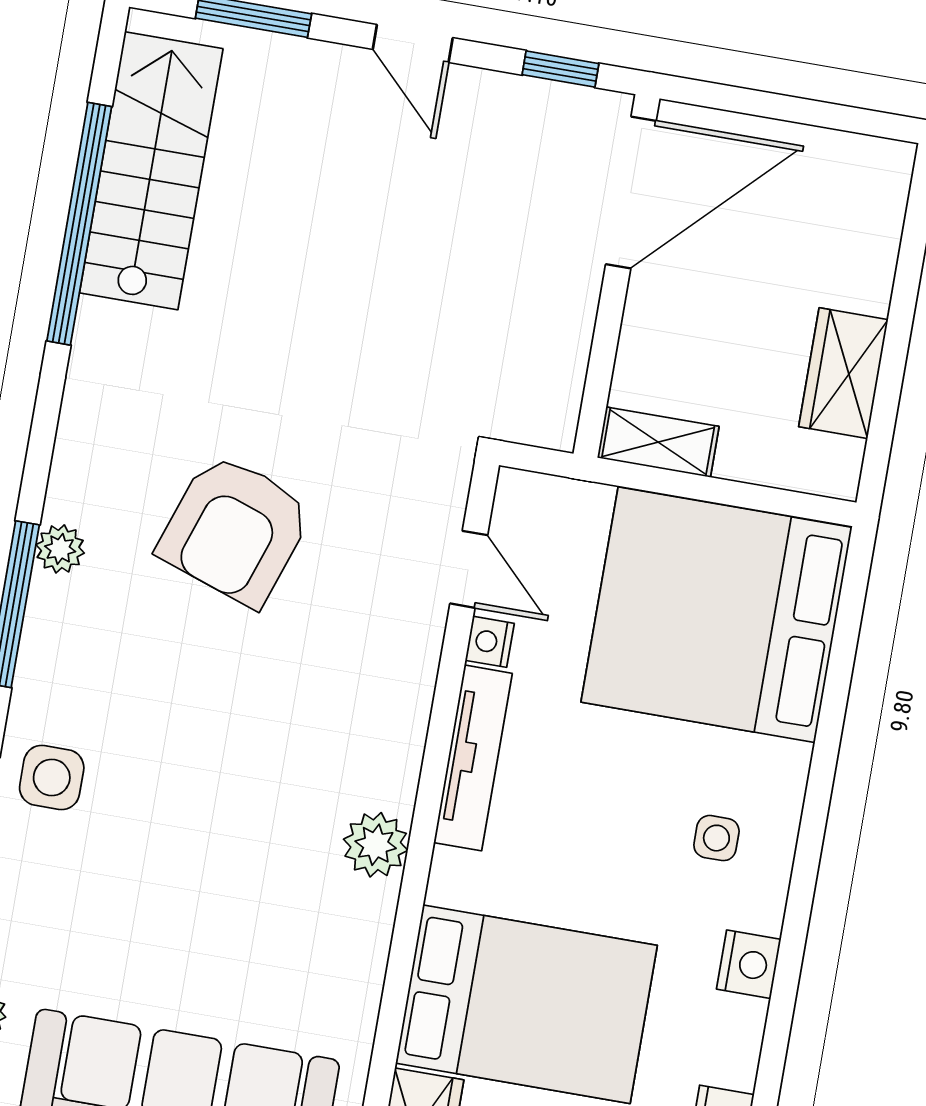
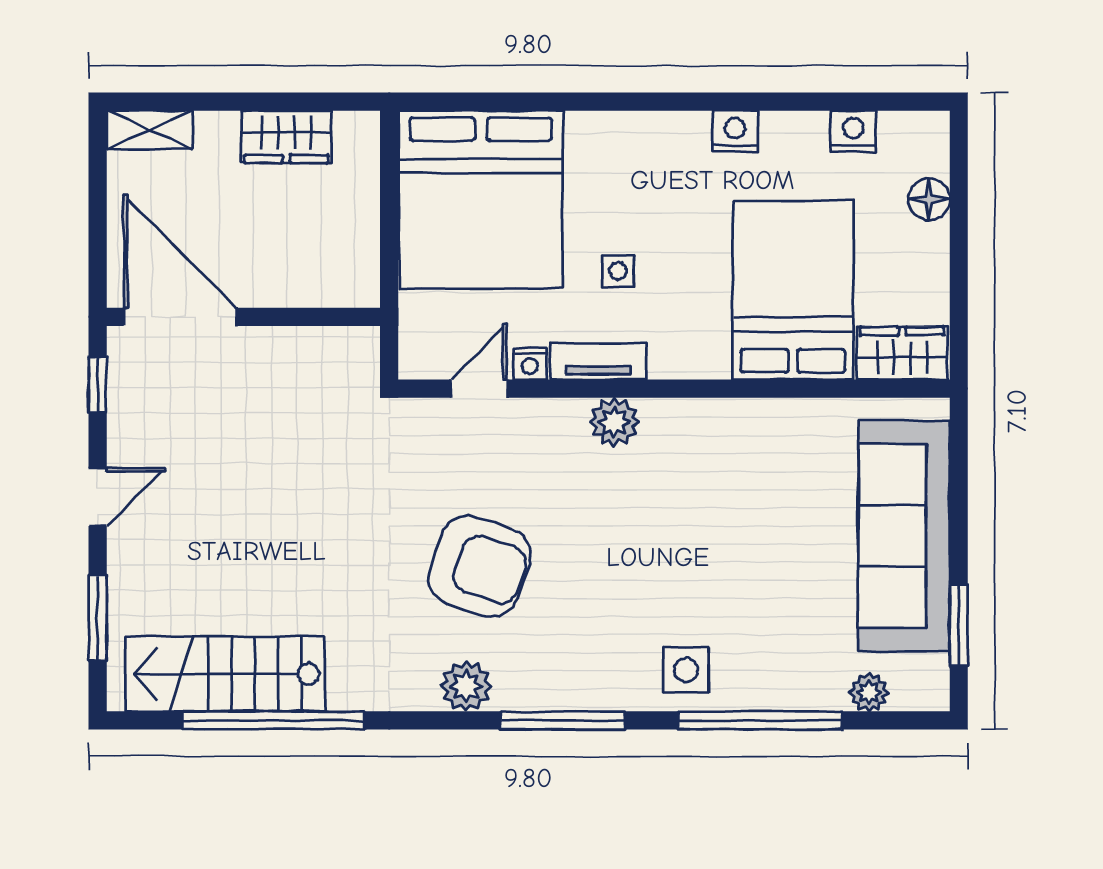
shelving: (658, 442) -> (150, 130), moved, turned 90
plant: (60, 549) -> (466, 686), moved, width x1.38, depth x1.38
tv unit: (473, 758) -> (598, 361), width x0.71
side table: (716, 838) -> (618, 271), moved
plant: (376, 845) -> (614, 422), moved

